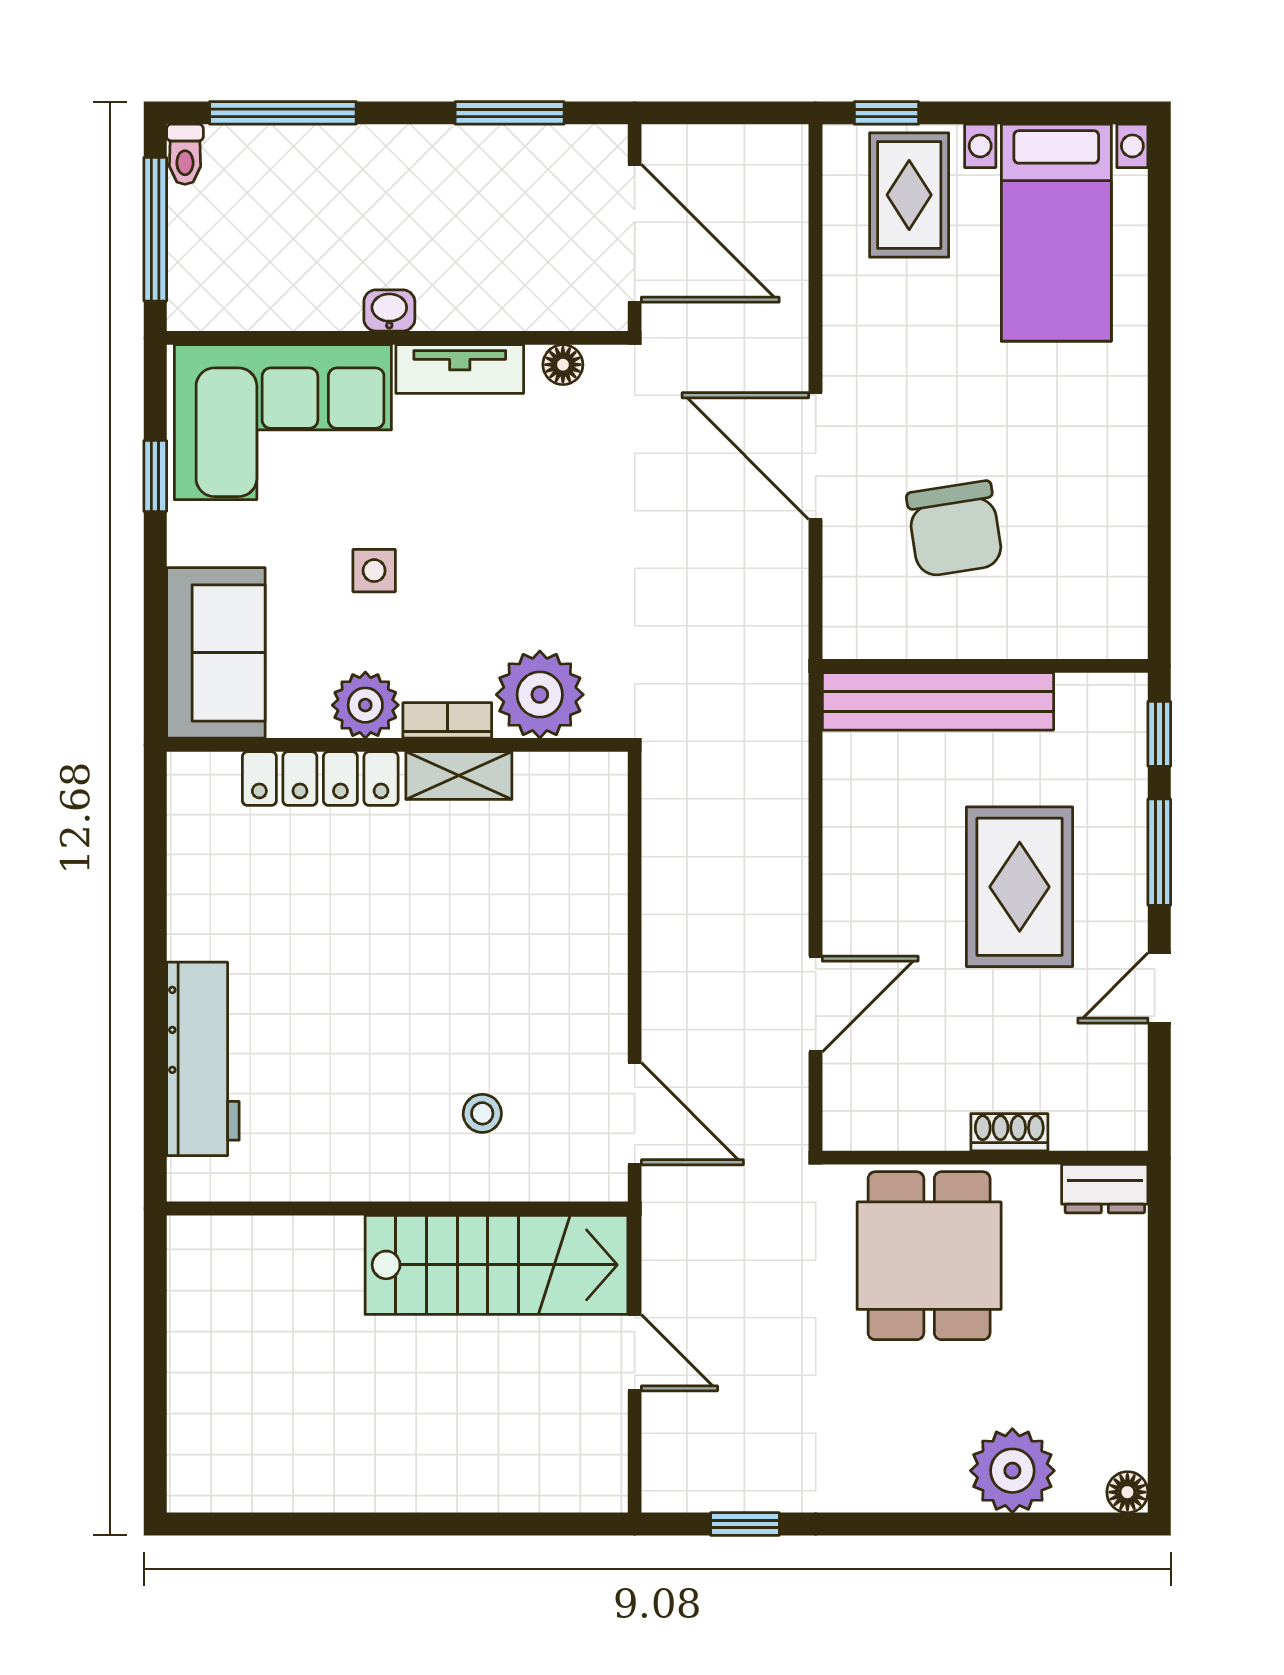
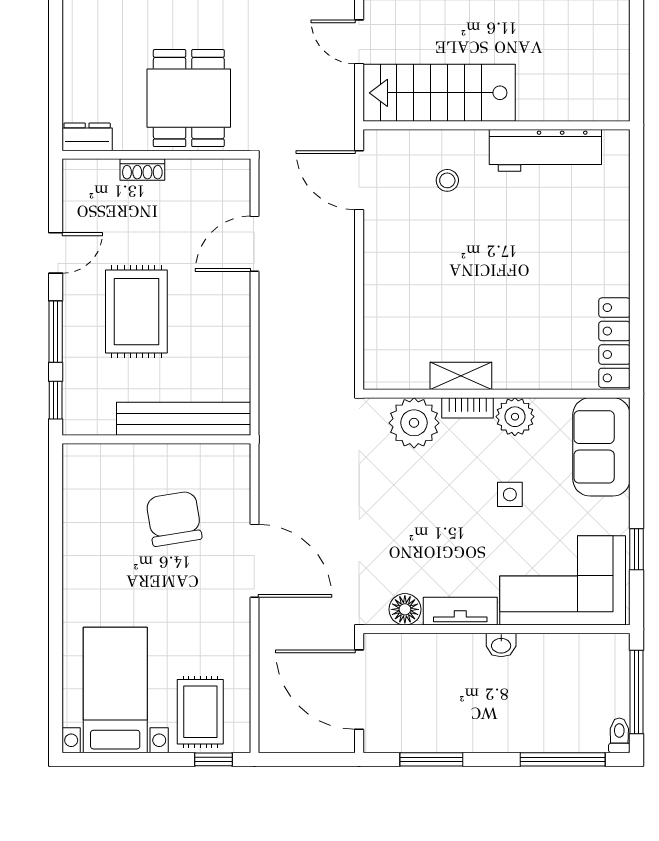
floor lamp: (563, 365) -> (405, 609), width x1.37, depth x1.37
locker: (320, 779) -> (614, 343), moved, turned -90
workbench: (203, 1059) -> (545, 150), moved, turned -90

